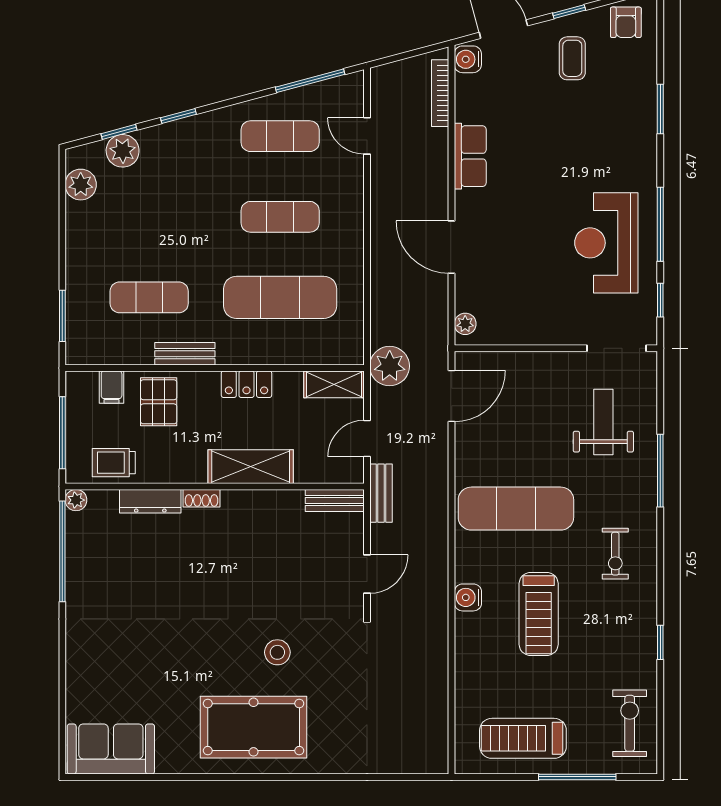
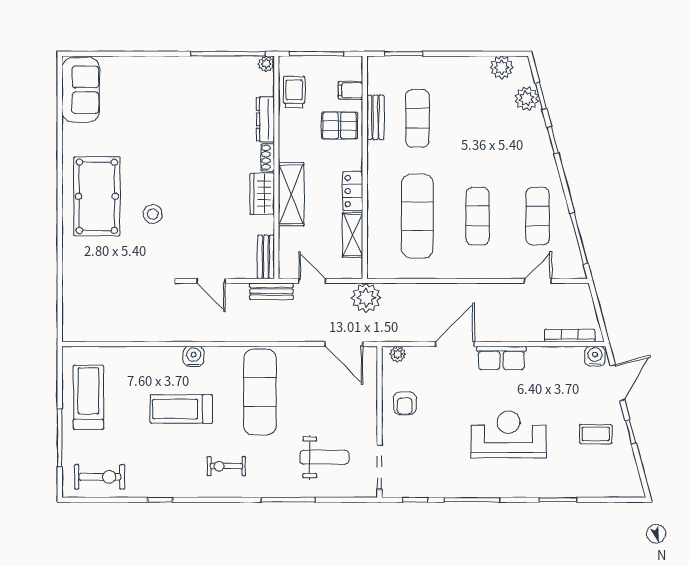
armchair: (626, 22) -> (405, 403), moved, turned -90
row of seats: (470, 156) -> (501, 358), moved
reception desk: (606, 243) -> (508, 434), moved
bench: (185, 354) -> (375, 117), moved
shelving: (334, 384) -> (353, 235), moved
wardrobe: (250, 505) -> (262, 194), added

